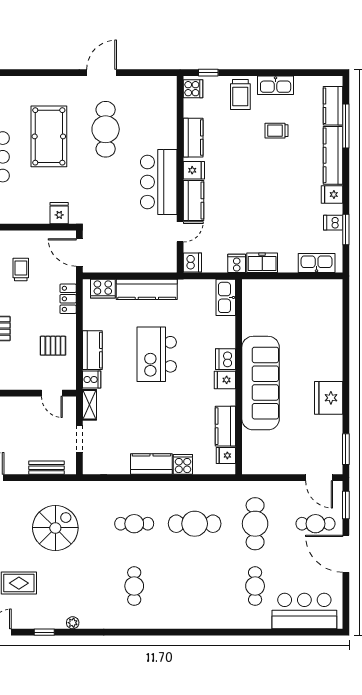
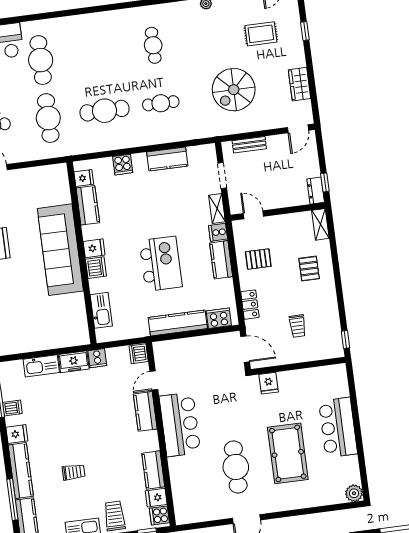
trolley: (277, 131) -> (74, 472), moved
fridge: (194, 170) -> (156, 498), moved
kitchen sink: (317, 263) -> (41, 366), moved
kitchen sink: (226, 297) -> (101, 310), moved
kitchen counter: (151, 464) -> (167, 159), moved
cafe table: (255, 586) -> (41, 60), width x1.37, depth x1.35

